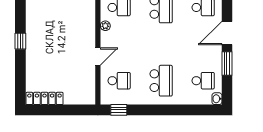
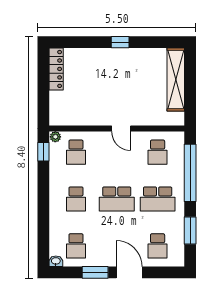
plant: (105, 26) -> (55, 137), moved
school desk: (161, 44) -> (117, 199), added
door: (98, 57) -> (121, 128), moved
school desk: (161, 81) -> (76, 199), width x0.54

